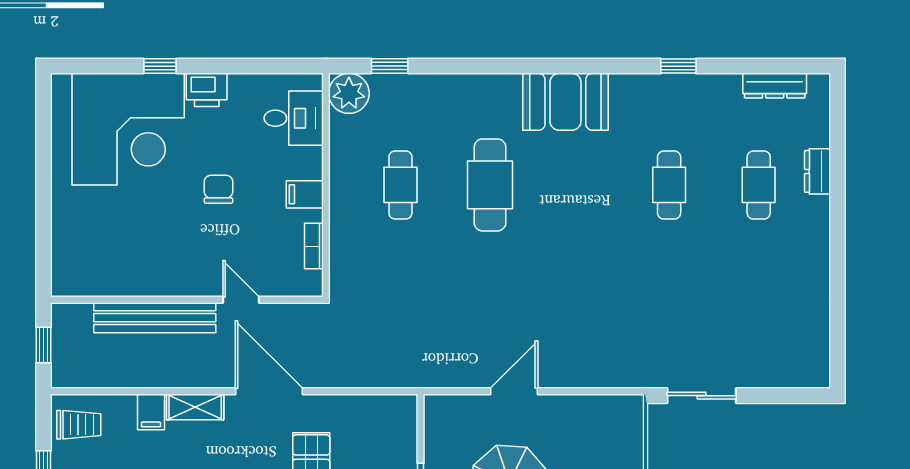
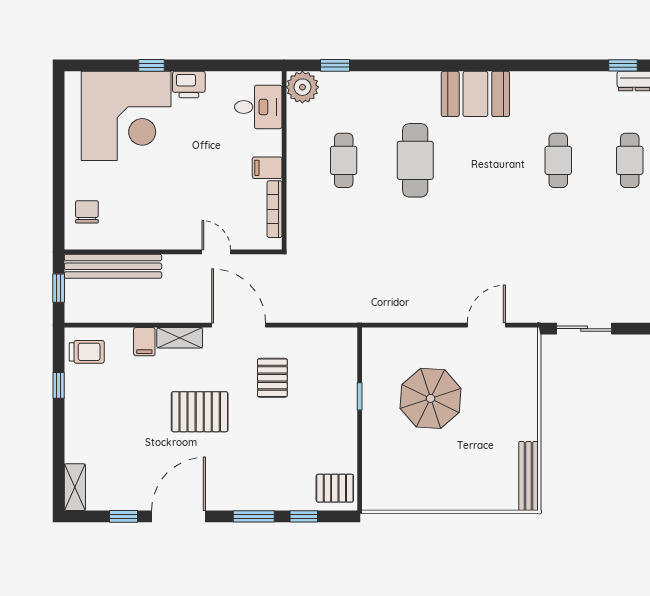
window: (678, 66) -> (623, 65), moved
chair: (218, 189) -> (87, 212), moved
bookcase: (314, 246) -> (274, 209), width x1.56
bench: (155, 318) -> (113, 266), moved
door: (514, 391) -> (486, 325), moved

